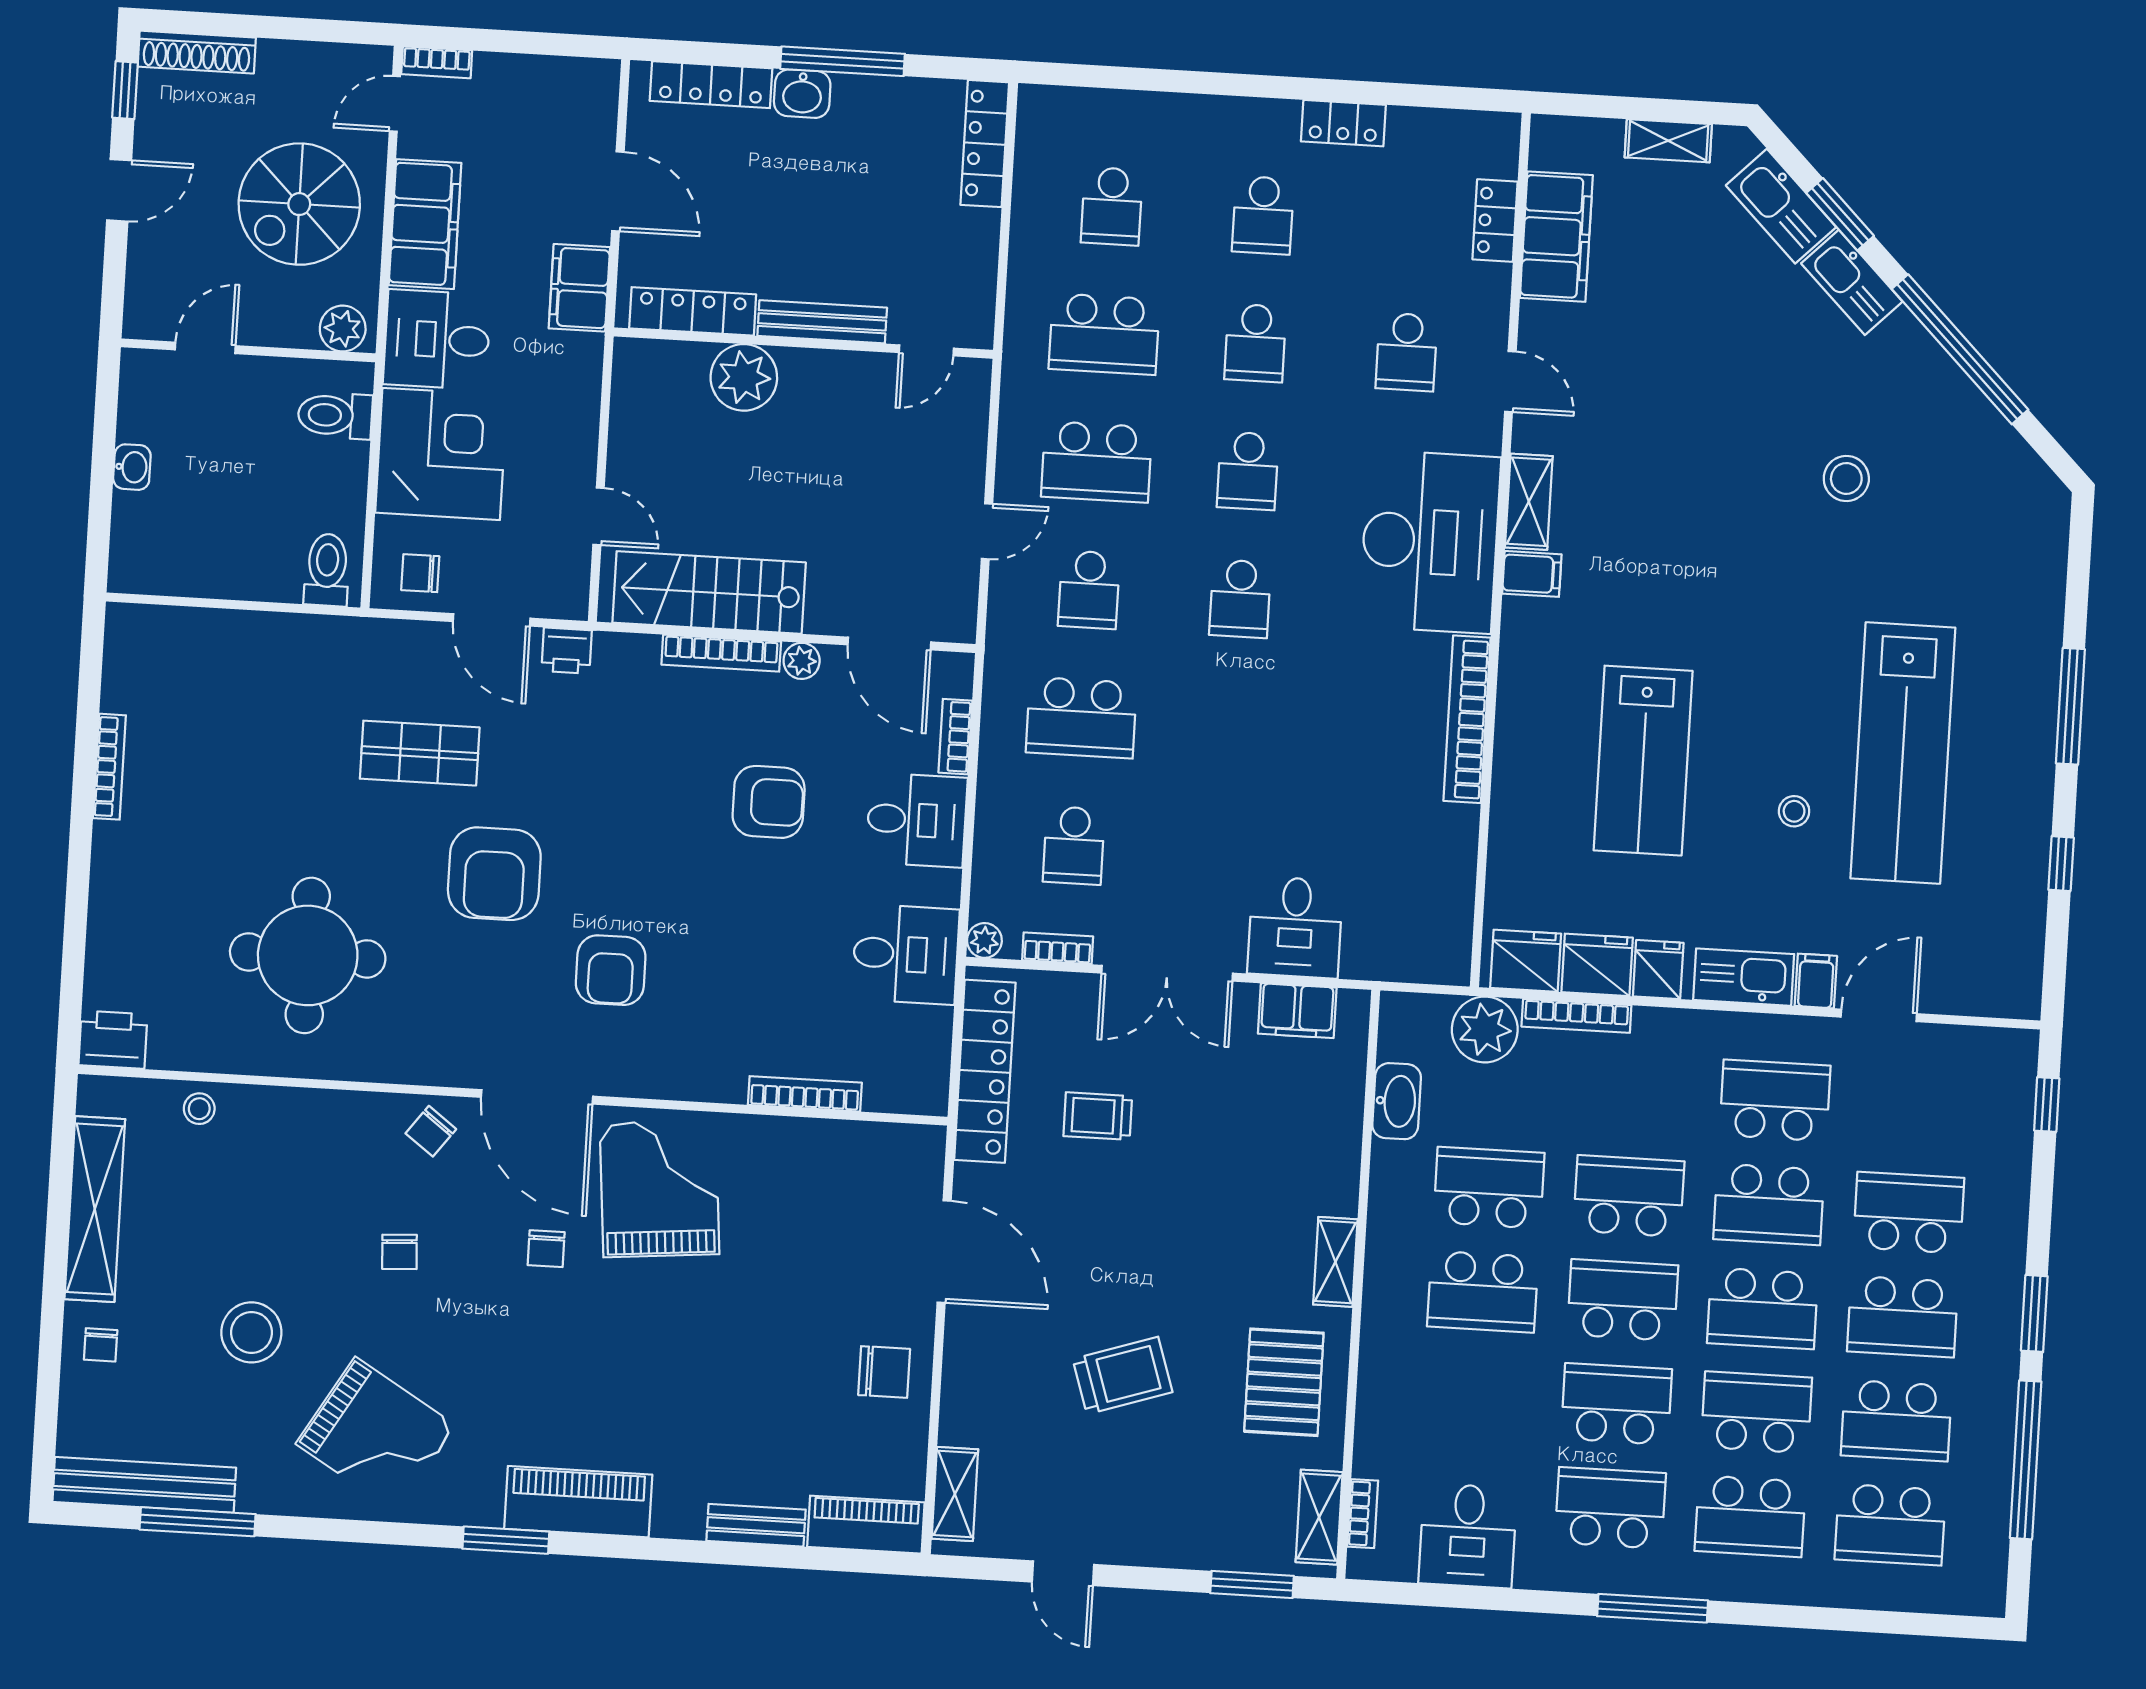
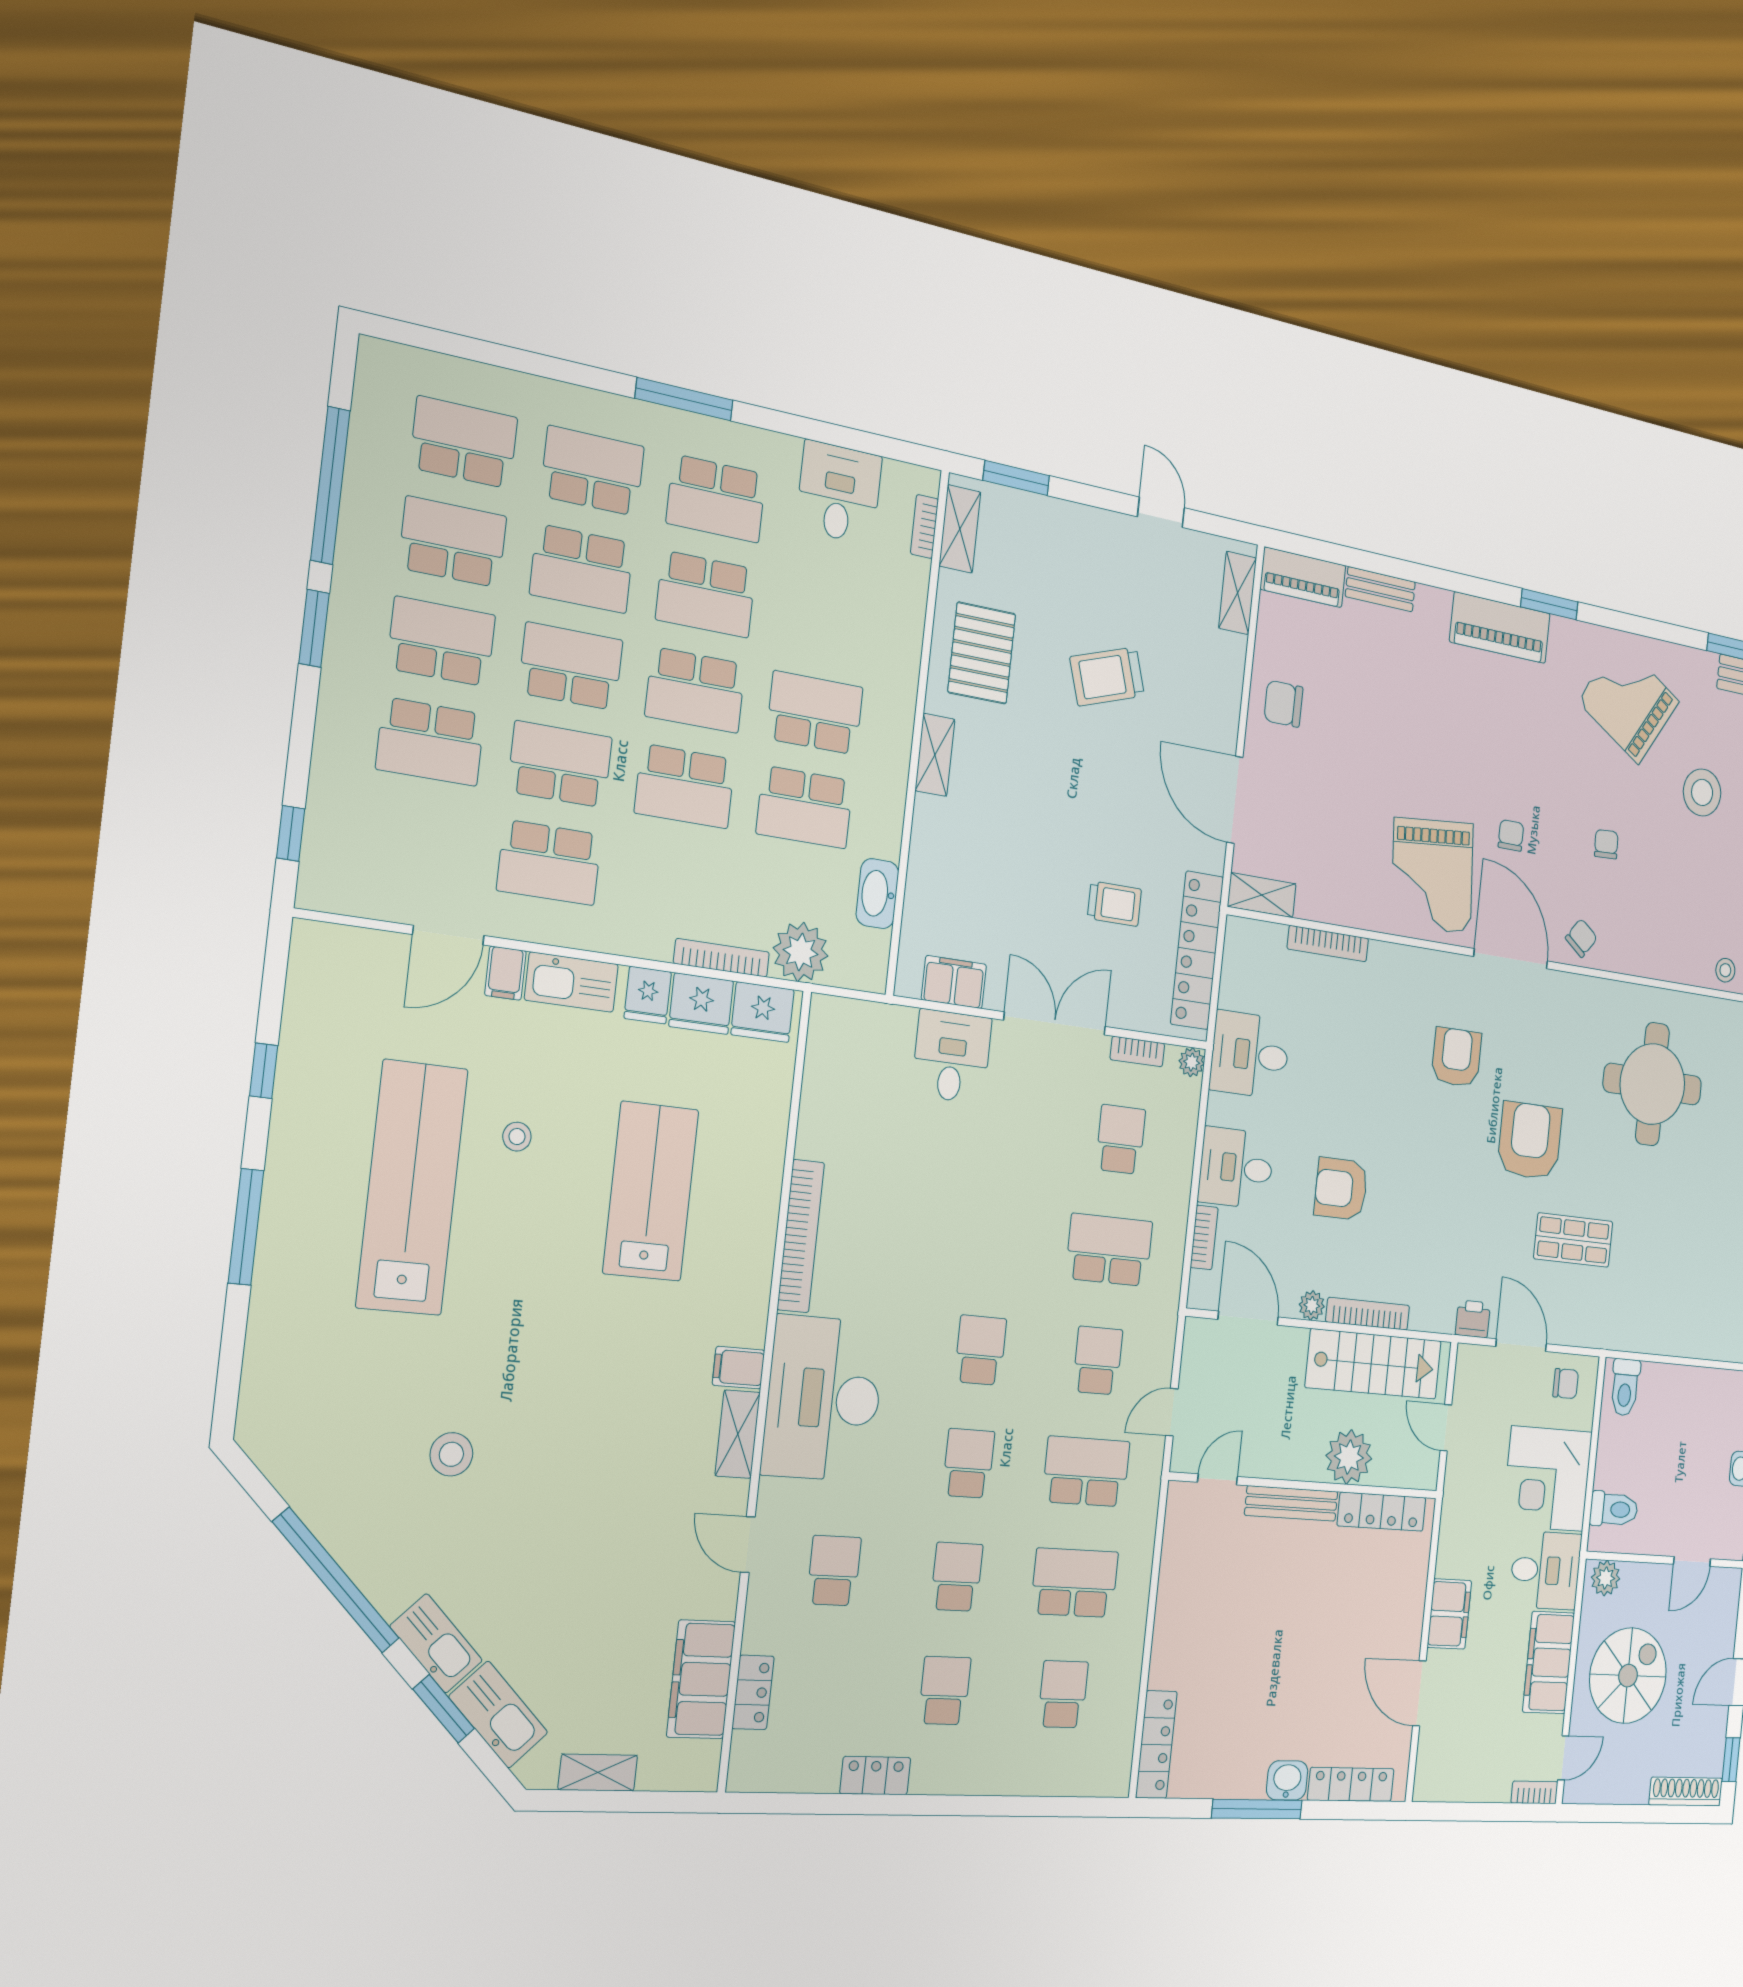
locker: (693, 311) -> (1382, 1512), moved
bench: (822, 322) -> (1291, 1503), moved
wall: (803, 343) -> (1306, 1486), moved
door: (926, 350) -> (1218, 1479), moved
plant: (744, 377) -> (1349, 1457), moved
shelving: (901, 1143) -> (1262, 895), added

